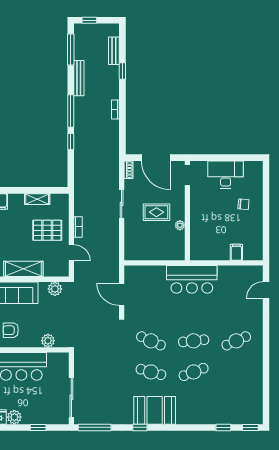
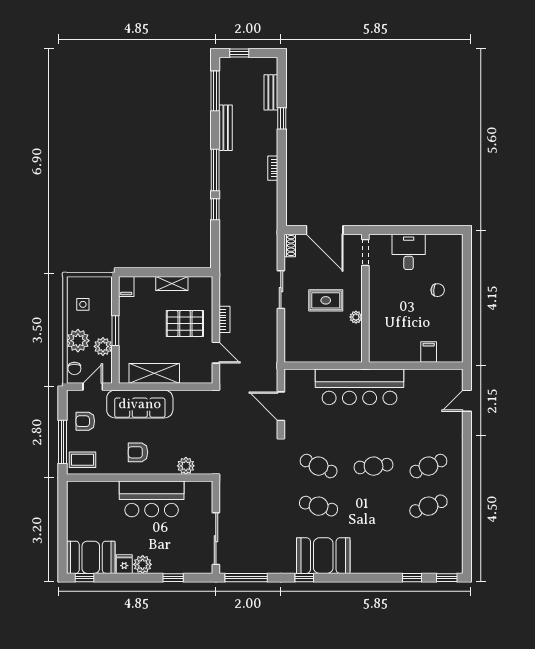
desk: (226, 175) -> (409, 252), width x0.73
bar counter: (192, 279) -> (360, 387), width x1.36
plant: (55, 289) -> (195, 399), removed
cafe table: (194, 372) -> (428, 506), moved

